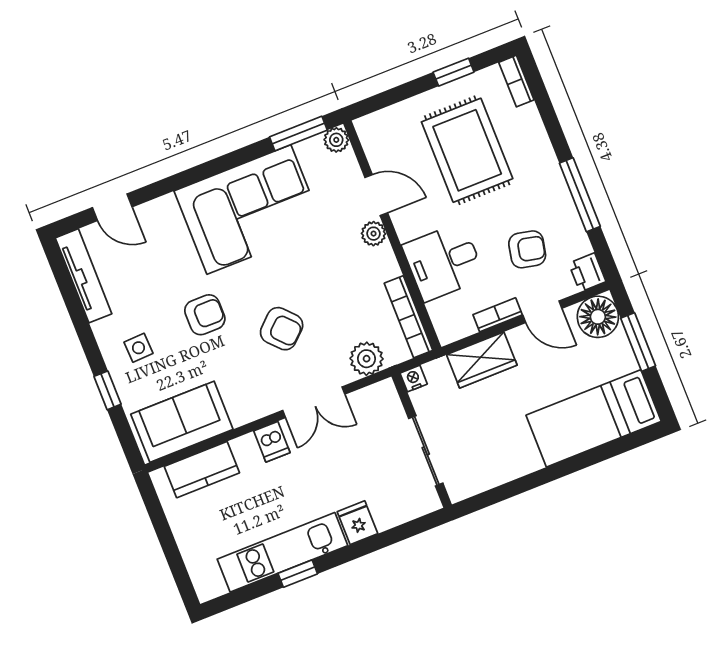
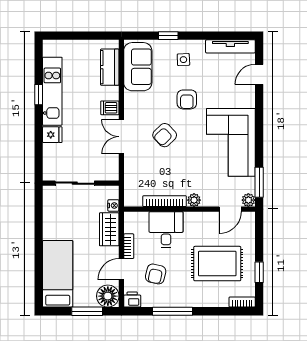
door: (376, 195) -> (230, 209), moved
bookcase: (409, 317) -> (165, 201), moved
plant: (367, 359) -> (133, 172), removed
nightstand: (414, 379) -> (113, 205), moved

